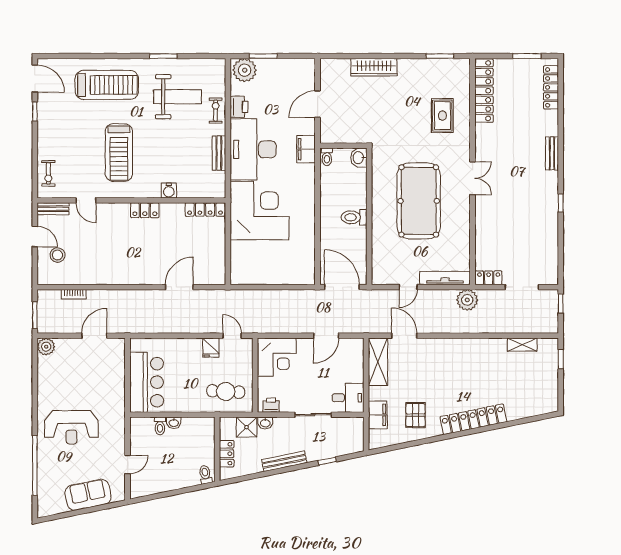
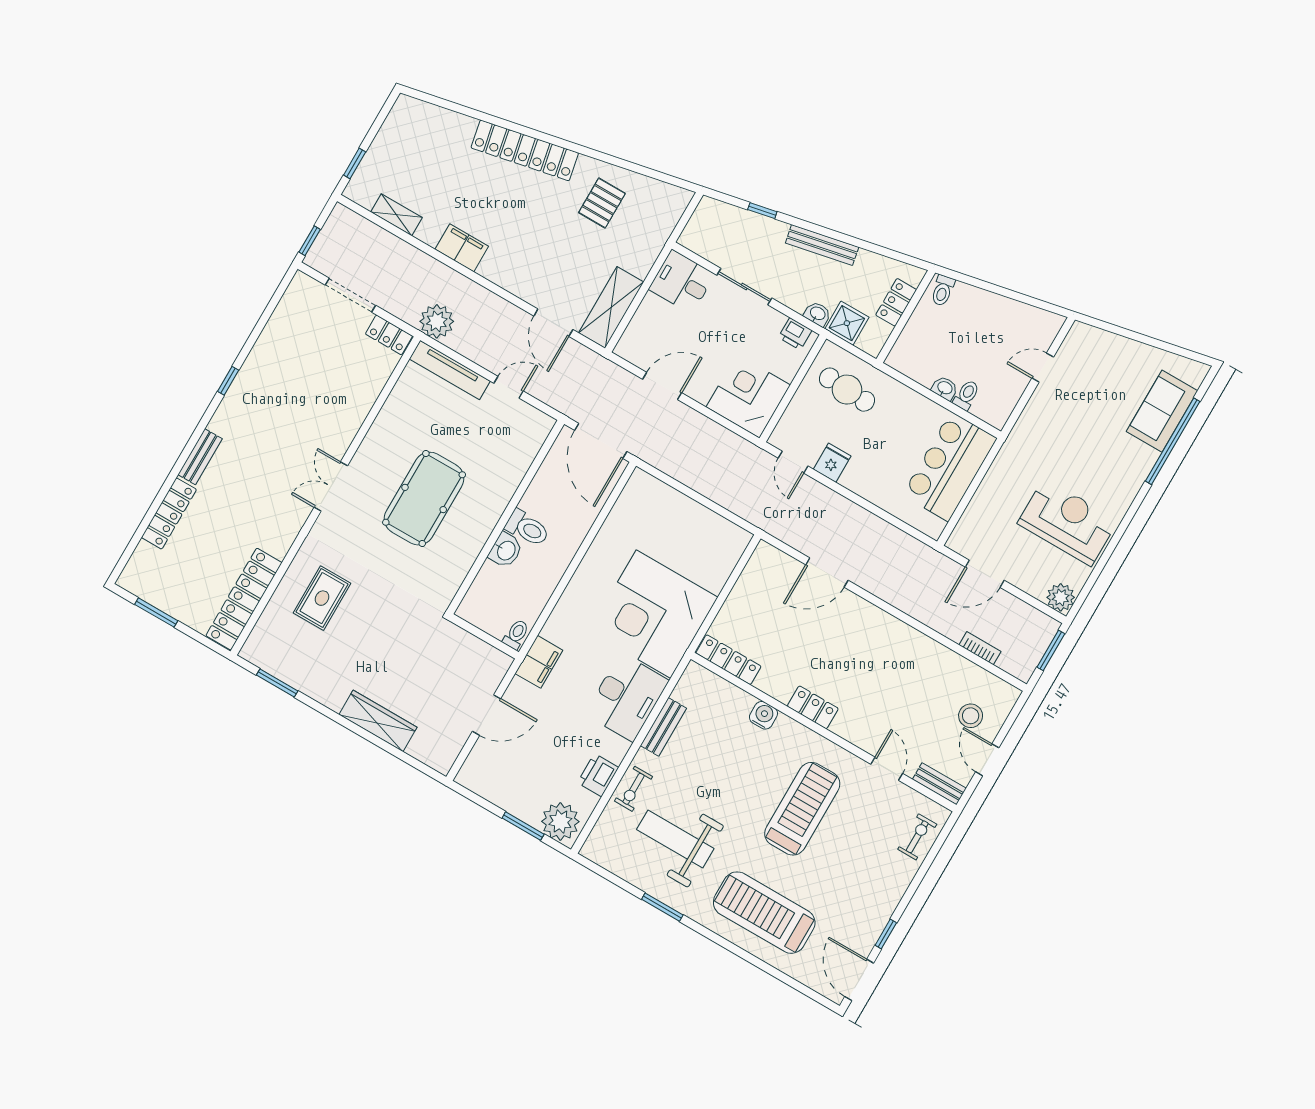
locker: (551, 87) -> (169, 513), moved
desk: (253, 149) -> (627, 697), width x0.73, depth x0.77
washbasin: (359, 158) -> (506, 550), moved
pool table: (419, 201) -> (424, 499), width x0.73, depth x0.76
filing cabinet: (378, 415) -> (462, 248), moved, turned 90
reception desk: (71, 427) -> (1068, 522), moved
sofa: (88, 495) -> (1162, 411), moved, turned 102

